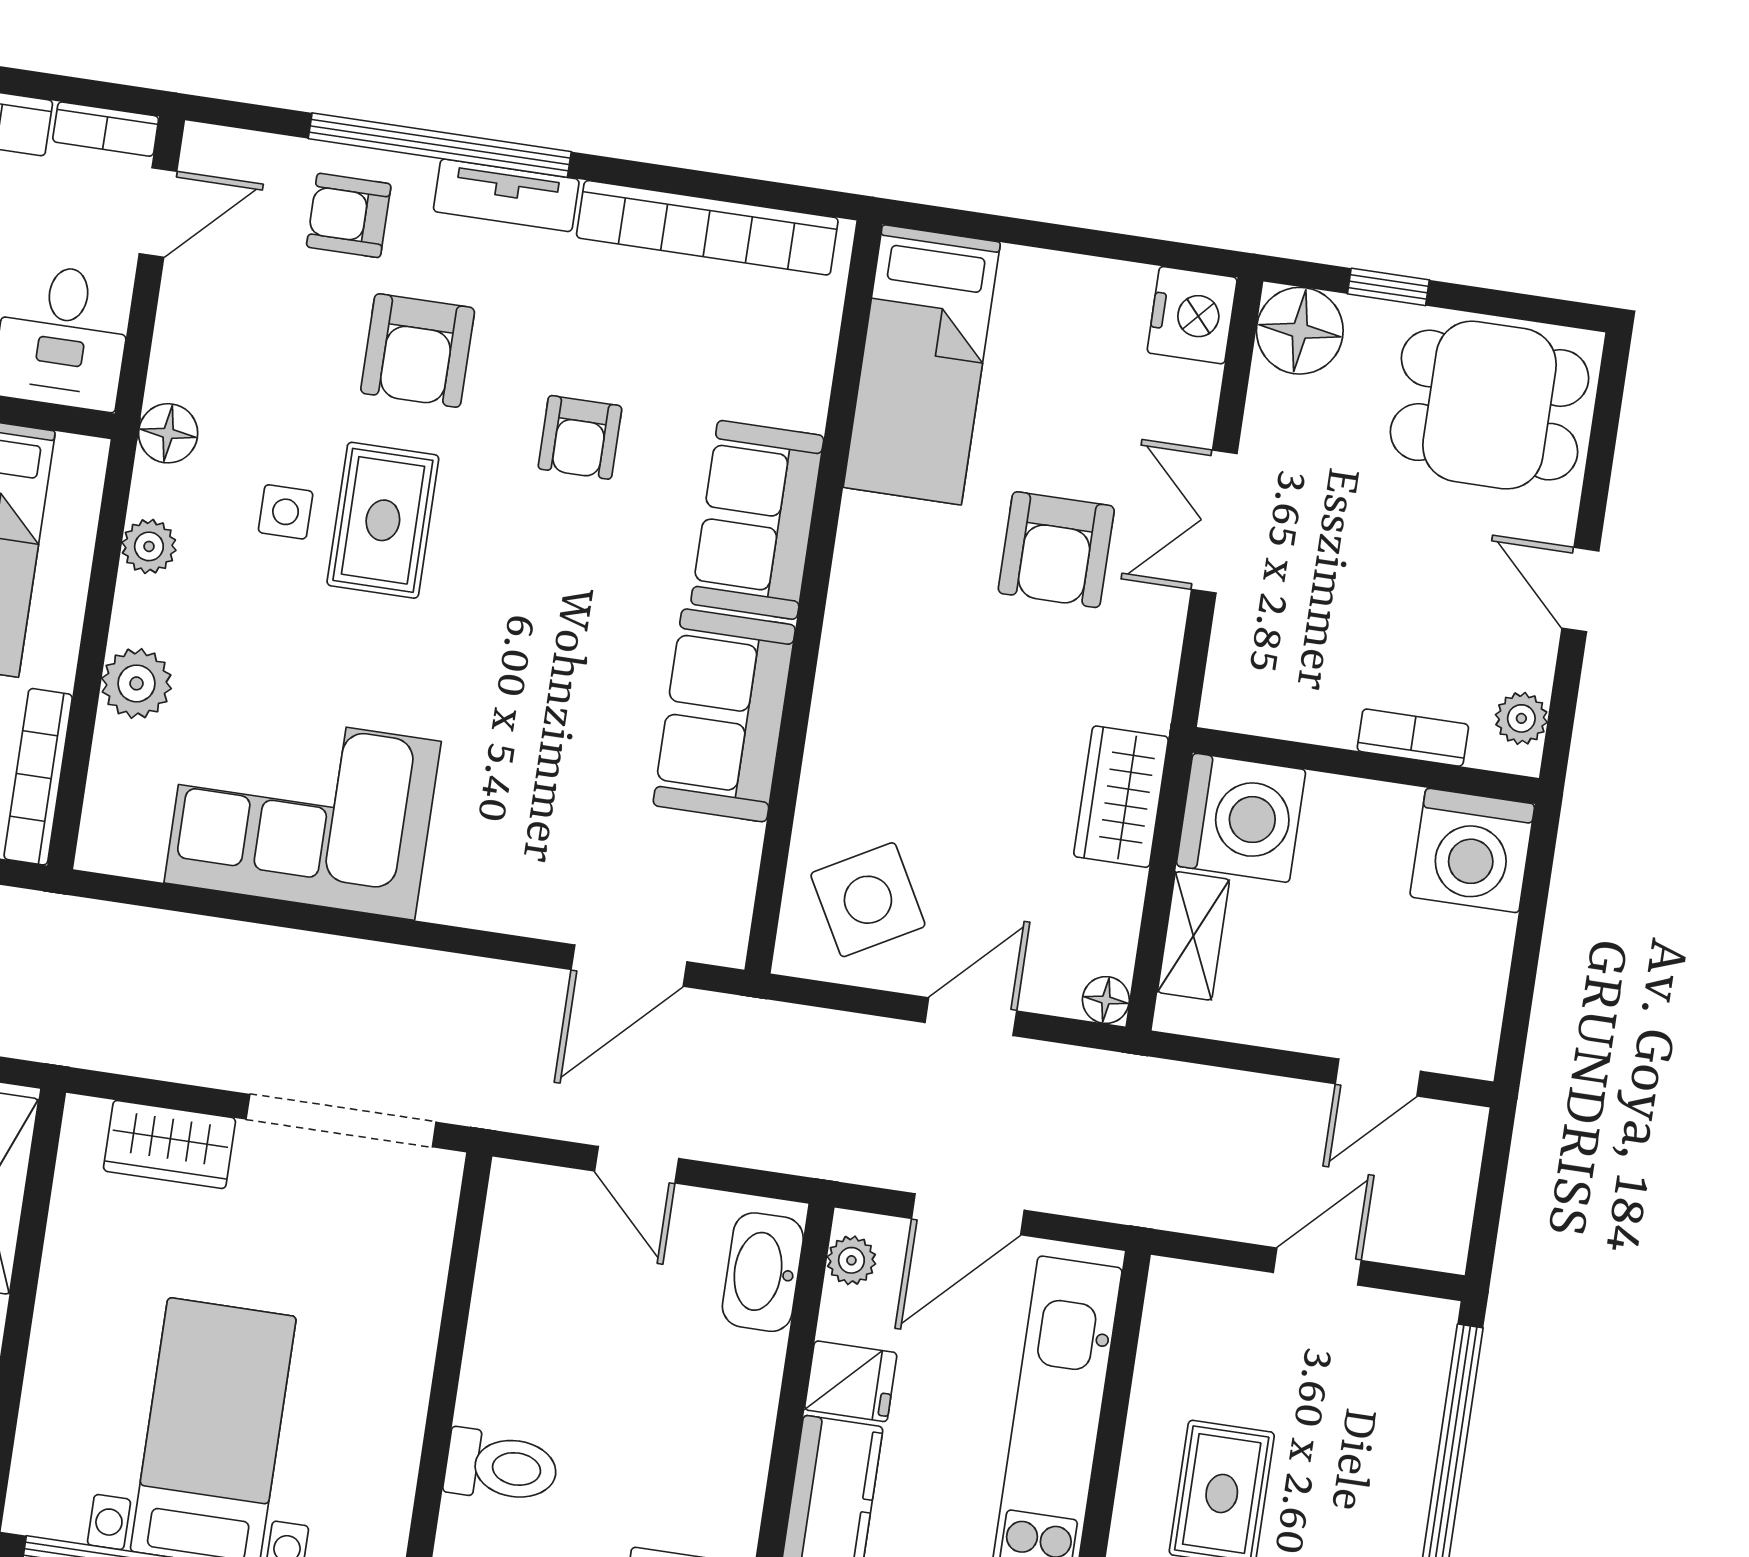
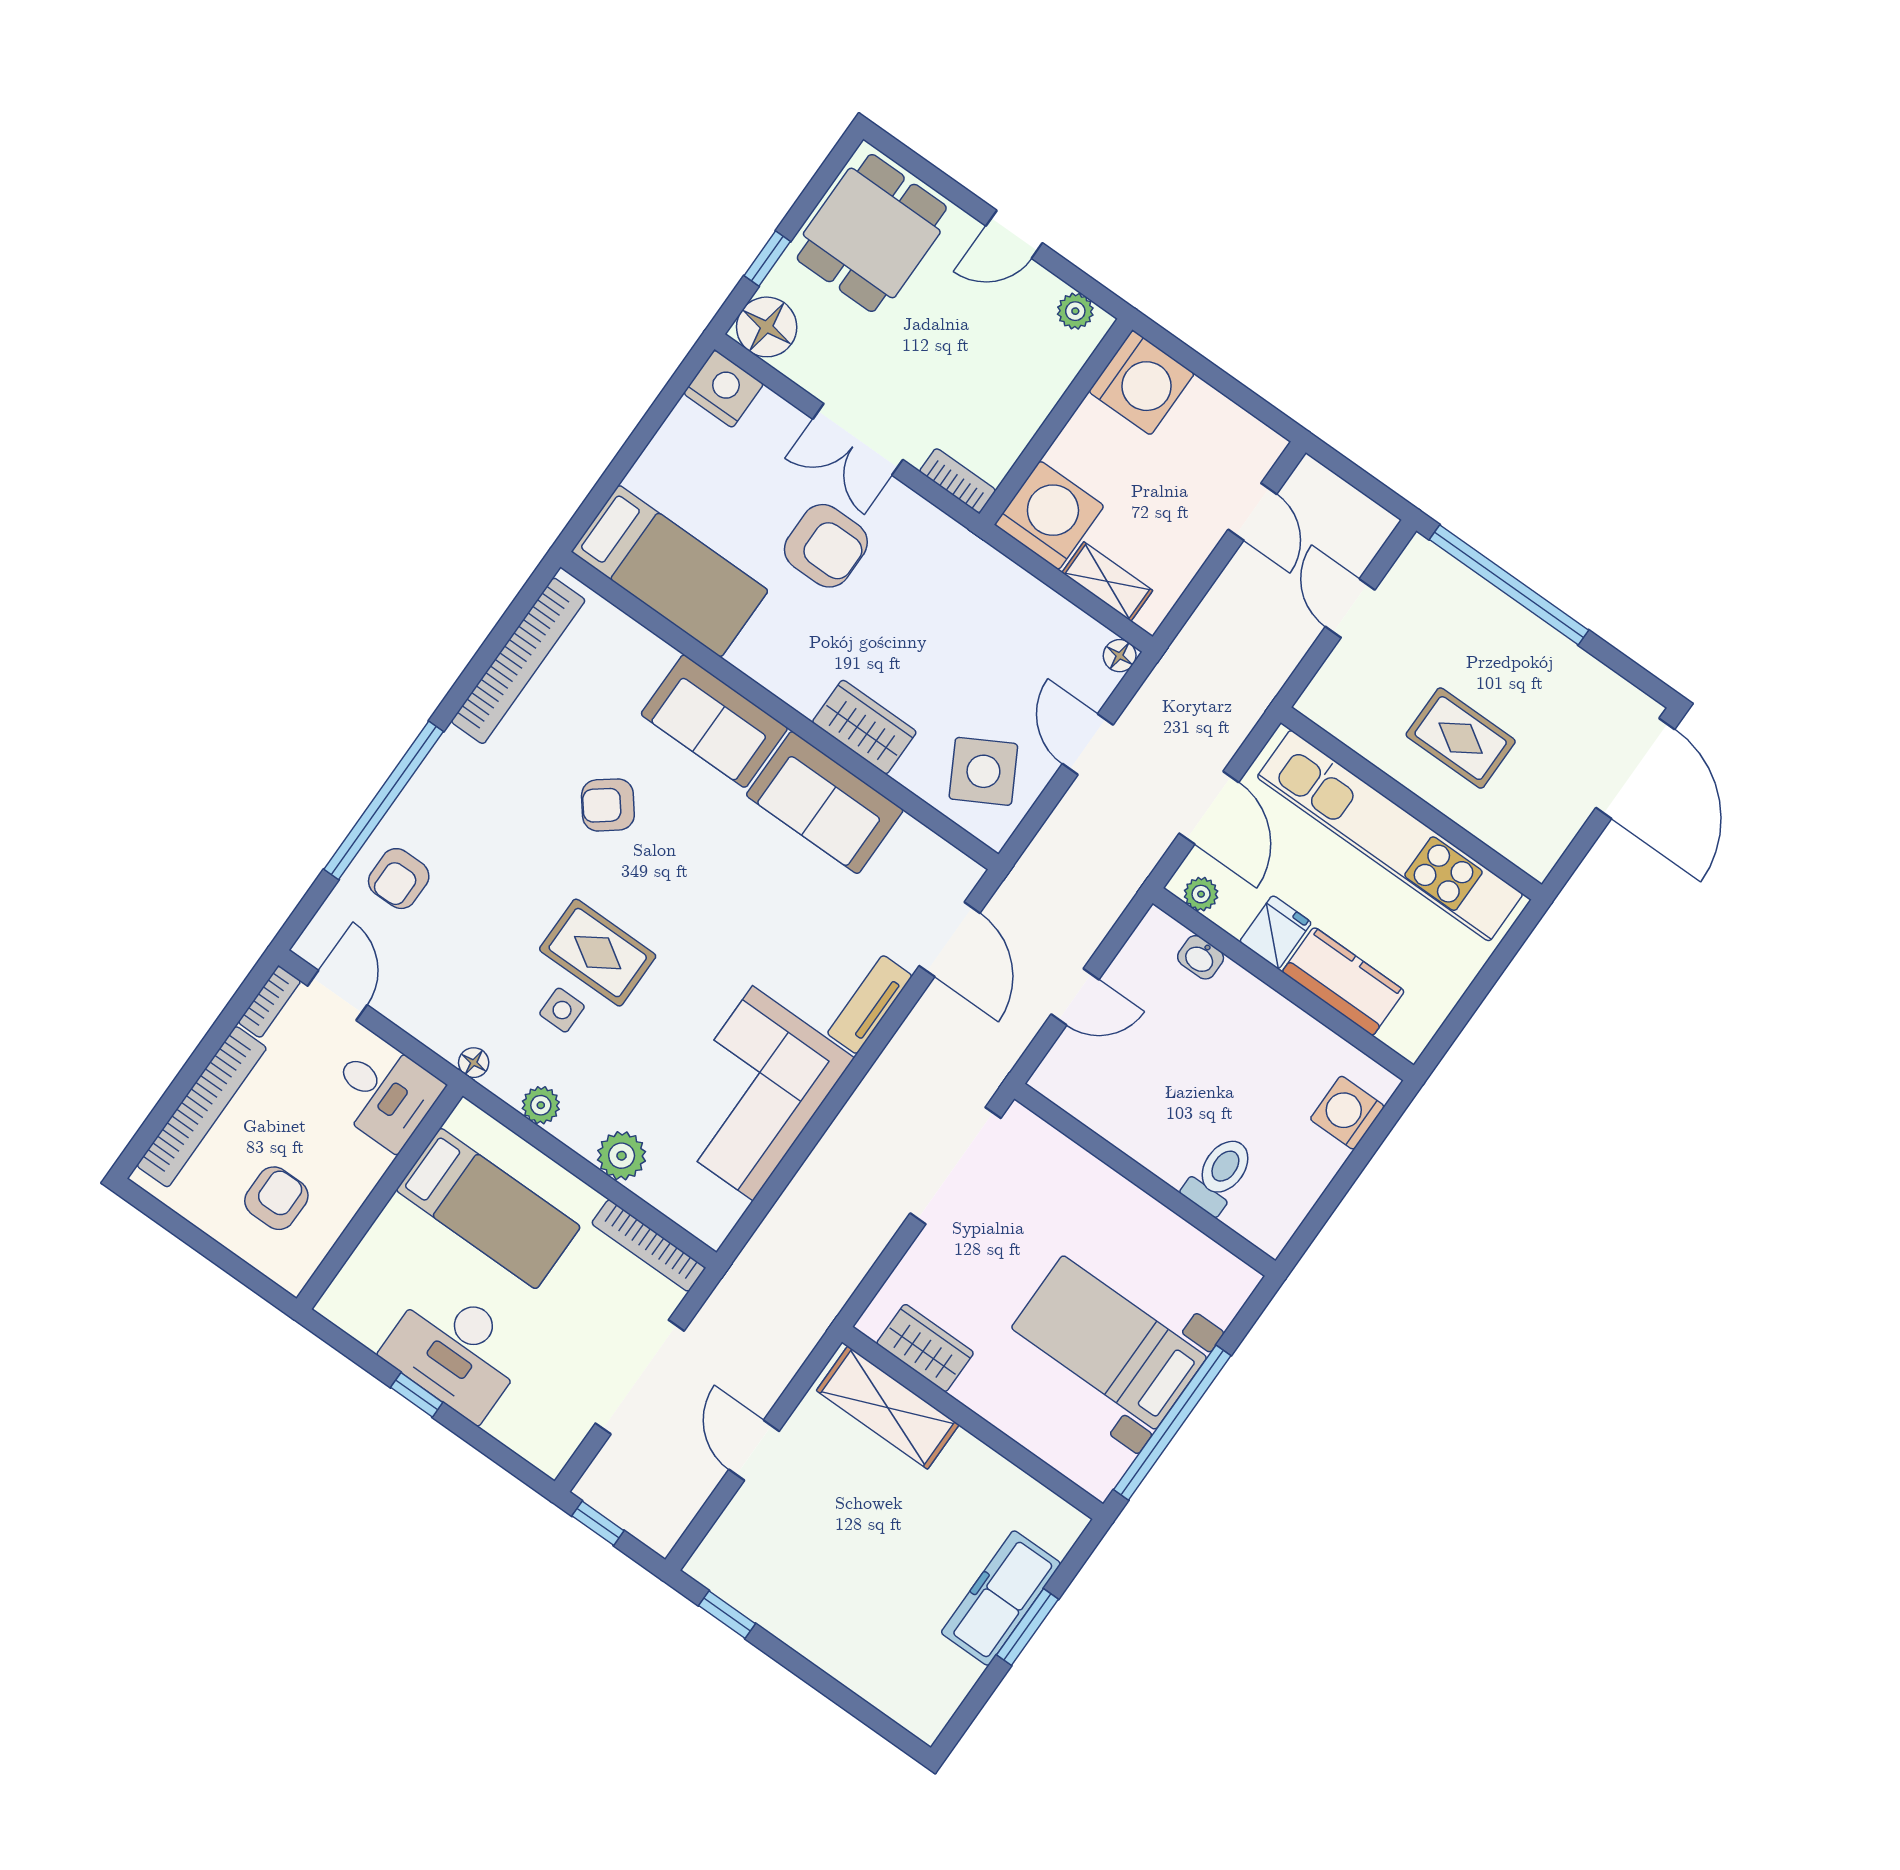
tv unit: (506, 195) -> (870, 1005), moved, turned 180
armchair: (418, 350) -> (504, 878), removed
floor lamp: (168, 433) -> (474, 1063), width x0.73, depth x0.73
armchair: (580, 437) -> (608, 805), turned 142
bookcase: (1413, 738) -> (958, 481), moved, turned 90
wardrobe: (1121, 797) -> (864, 727), moved, turned 180
wardrobe: (170, 1144) -> (925, 1348), moved, turned -90
washbasin: (763, 1272) -> (1201, 957), width x0.52, depth x0.69

